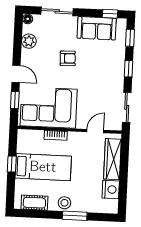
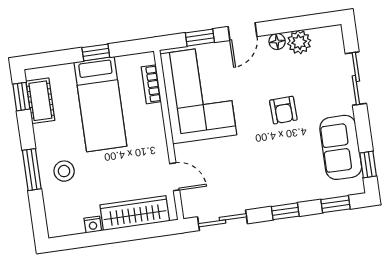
floor lamp: (28, 19) -> (277, 41), moved
bookcase: (56, 135) -> (151, 84), moved
nightstand: (111, 190) -> (93, 225), width x0.53, depth x0.56
stool: (64, 203) -> (64, 171), moved
window: (30, 214) -> (21, 97), added

